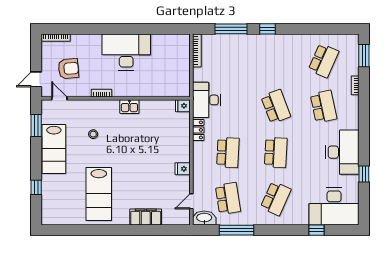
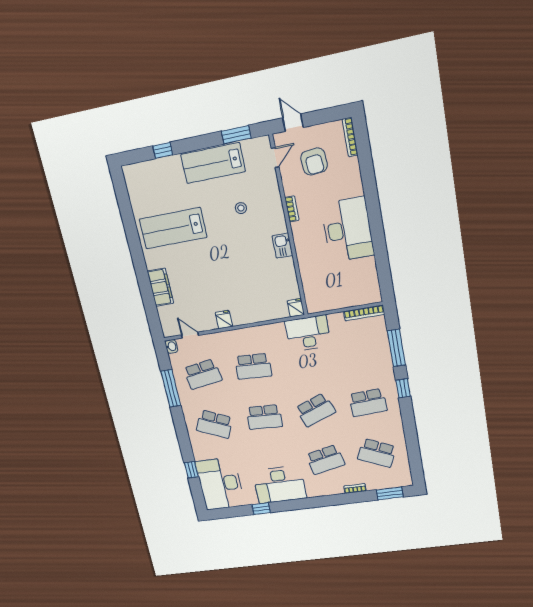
school desk: (276, 61) -> (368, 403), added
locker: (198, 130) -> (272, 330), removed
washbasin: (204, 218) -> (171, 346), width x0.52, depth x0.69

